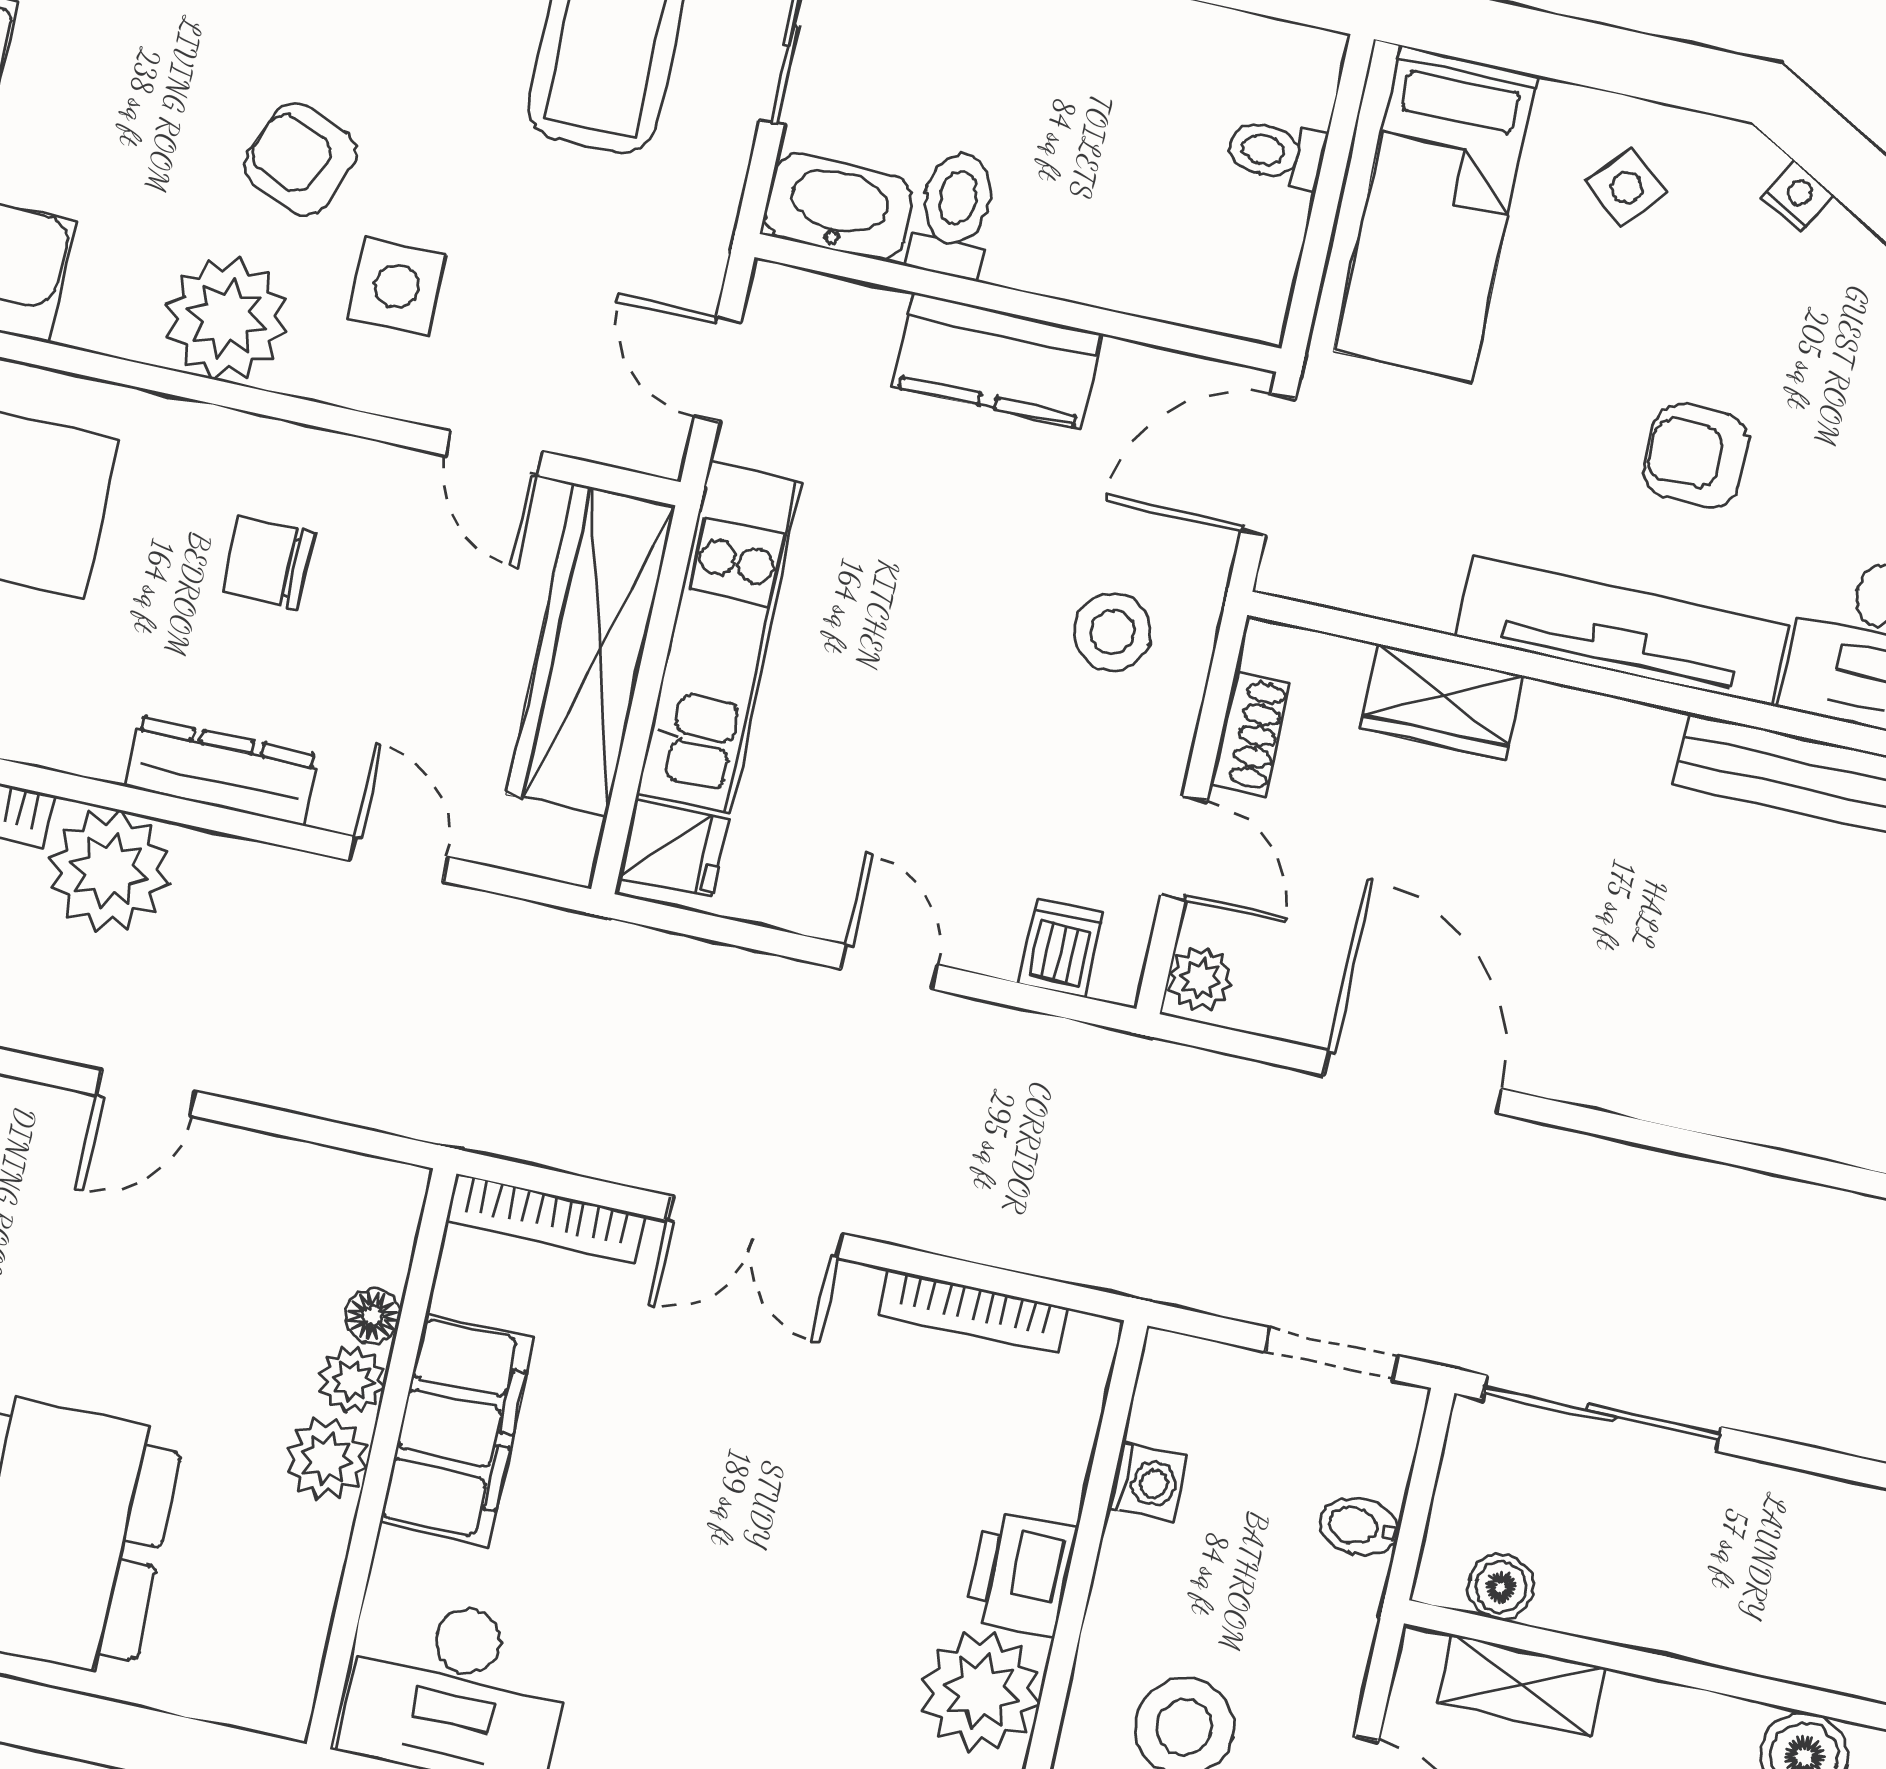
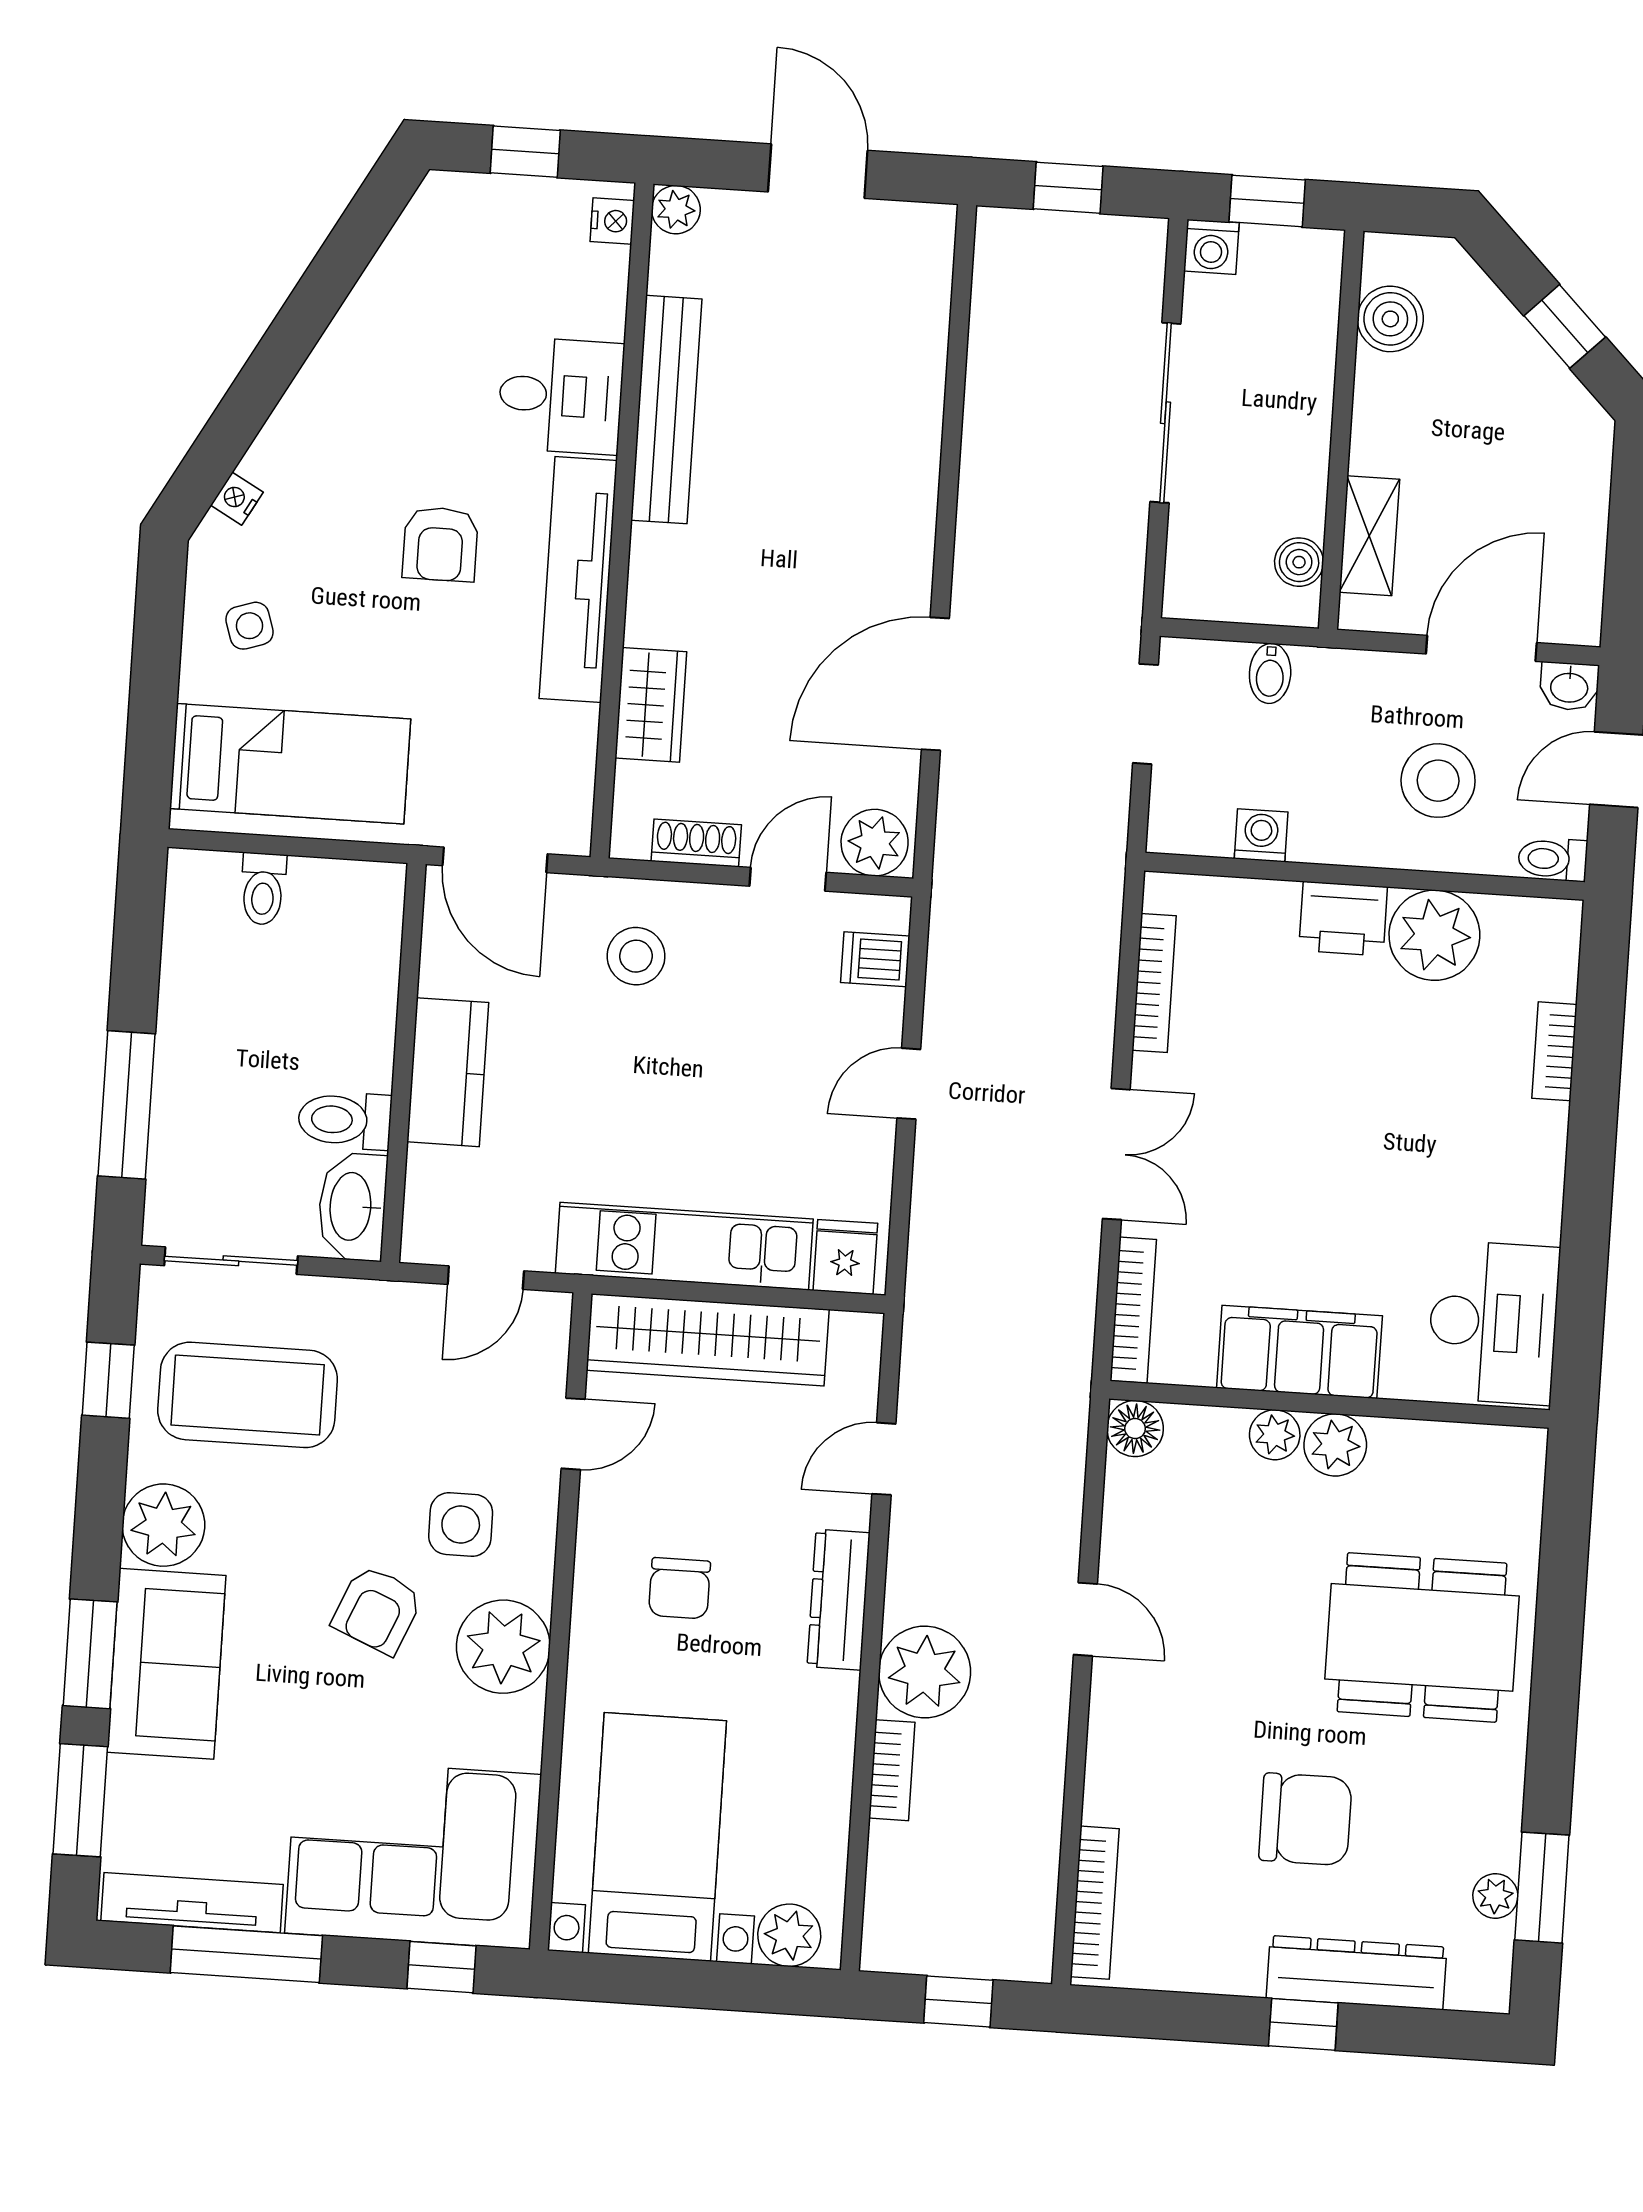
side table: (1627, 187) -> (250, 626), turned 32
plant: (1200, 979) -> (875, 843), width x1.38, depth x1.38
floor lamp: (373, 1316) -> (1135, 1429), moved, width x1.37, depth x1.37
sliding door: (1602, 1413) -> (1165, 413), moved

